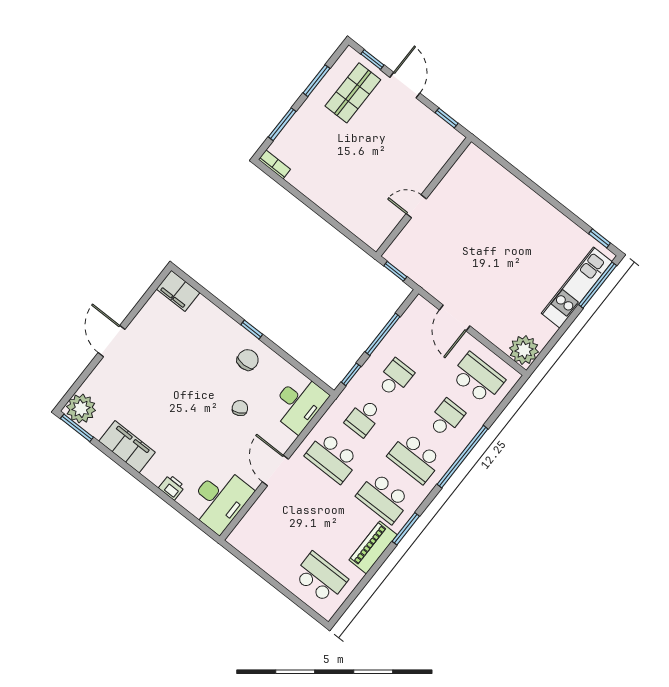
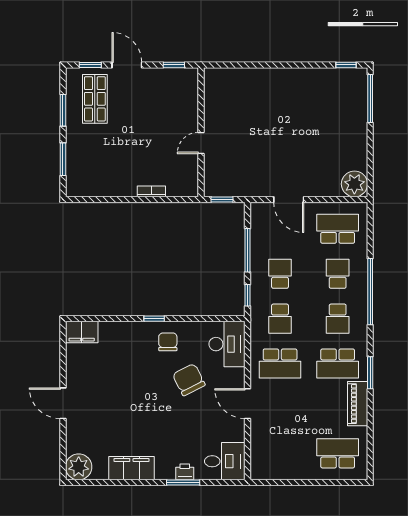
bookcase: (274, 164) -> (151, 191), moved
kitchen unit: (577, 288) -> (357, 112), removed
chair: (240, 408) -> (189, 380), width x1.87, depth x1.87
window: (77, 428) -> (183, 483), moved
school desk: (415, 458) -> (338, 319), width x0.54
desk: (220, 500) -> (225, 461), width x0.73

